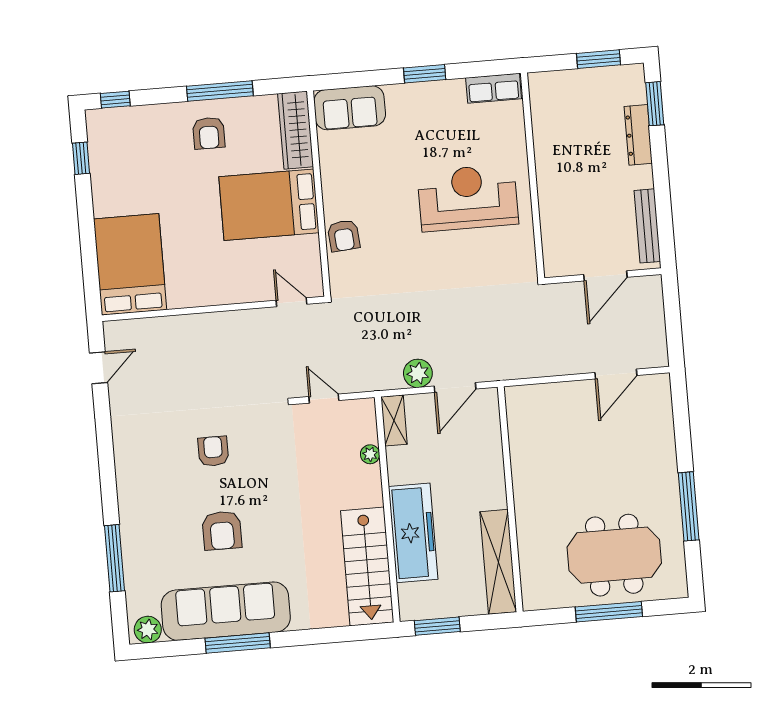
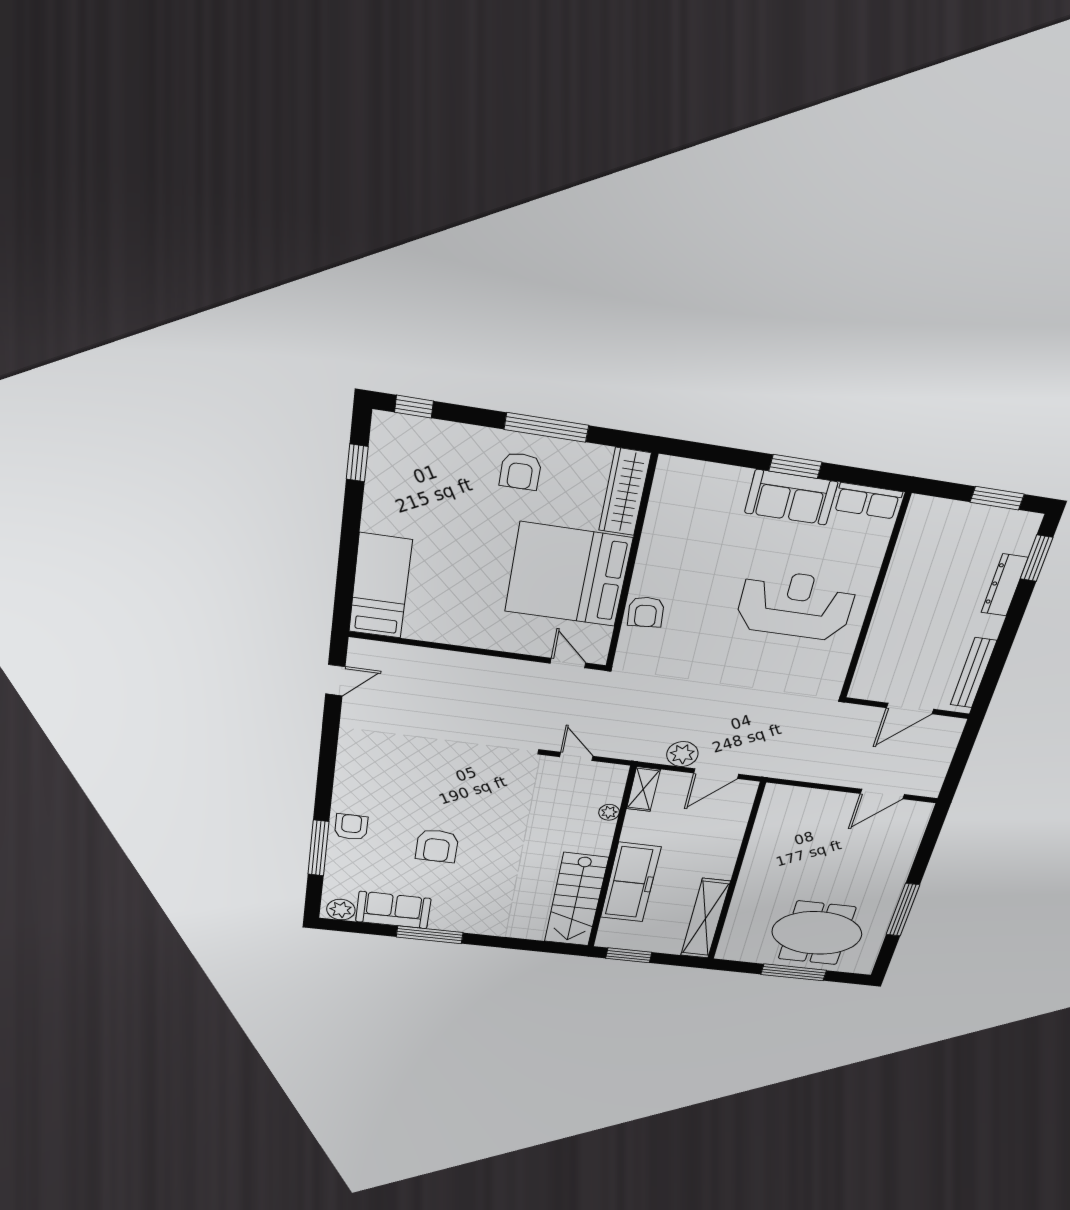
sofa: (350, 108) -> (791, 497), moved
bed: (269, 205) -> (568, 575), width x1.36
bed: (130, 264) -> (380, 586), width x0.67
armchair: (213, 451) -> (351, 827), moved
sofa: (226, 611) -> (393, 910), width x0.54, depth x0.79

